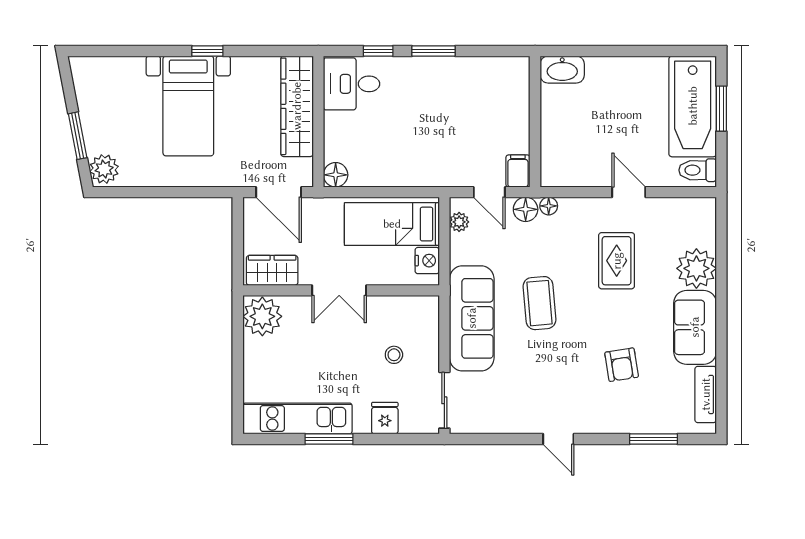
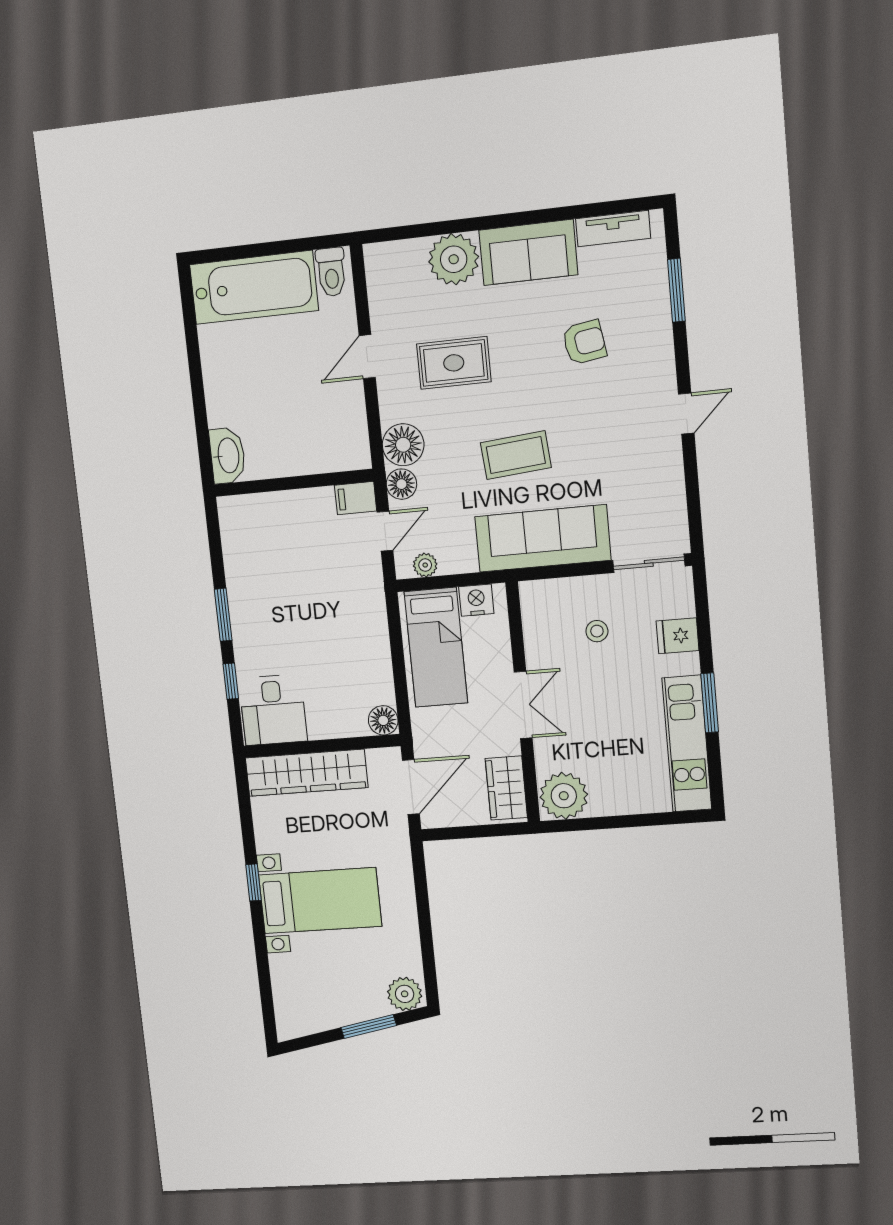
window: (721, 109) -> (252, 251), removed
floor lamp: (549, 206) -> (403, 445), width x1.89, depth x1.89

